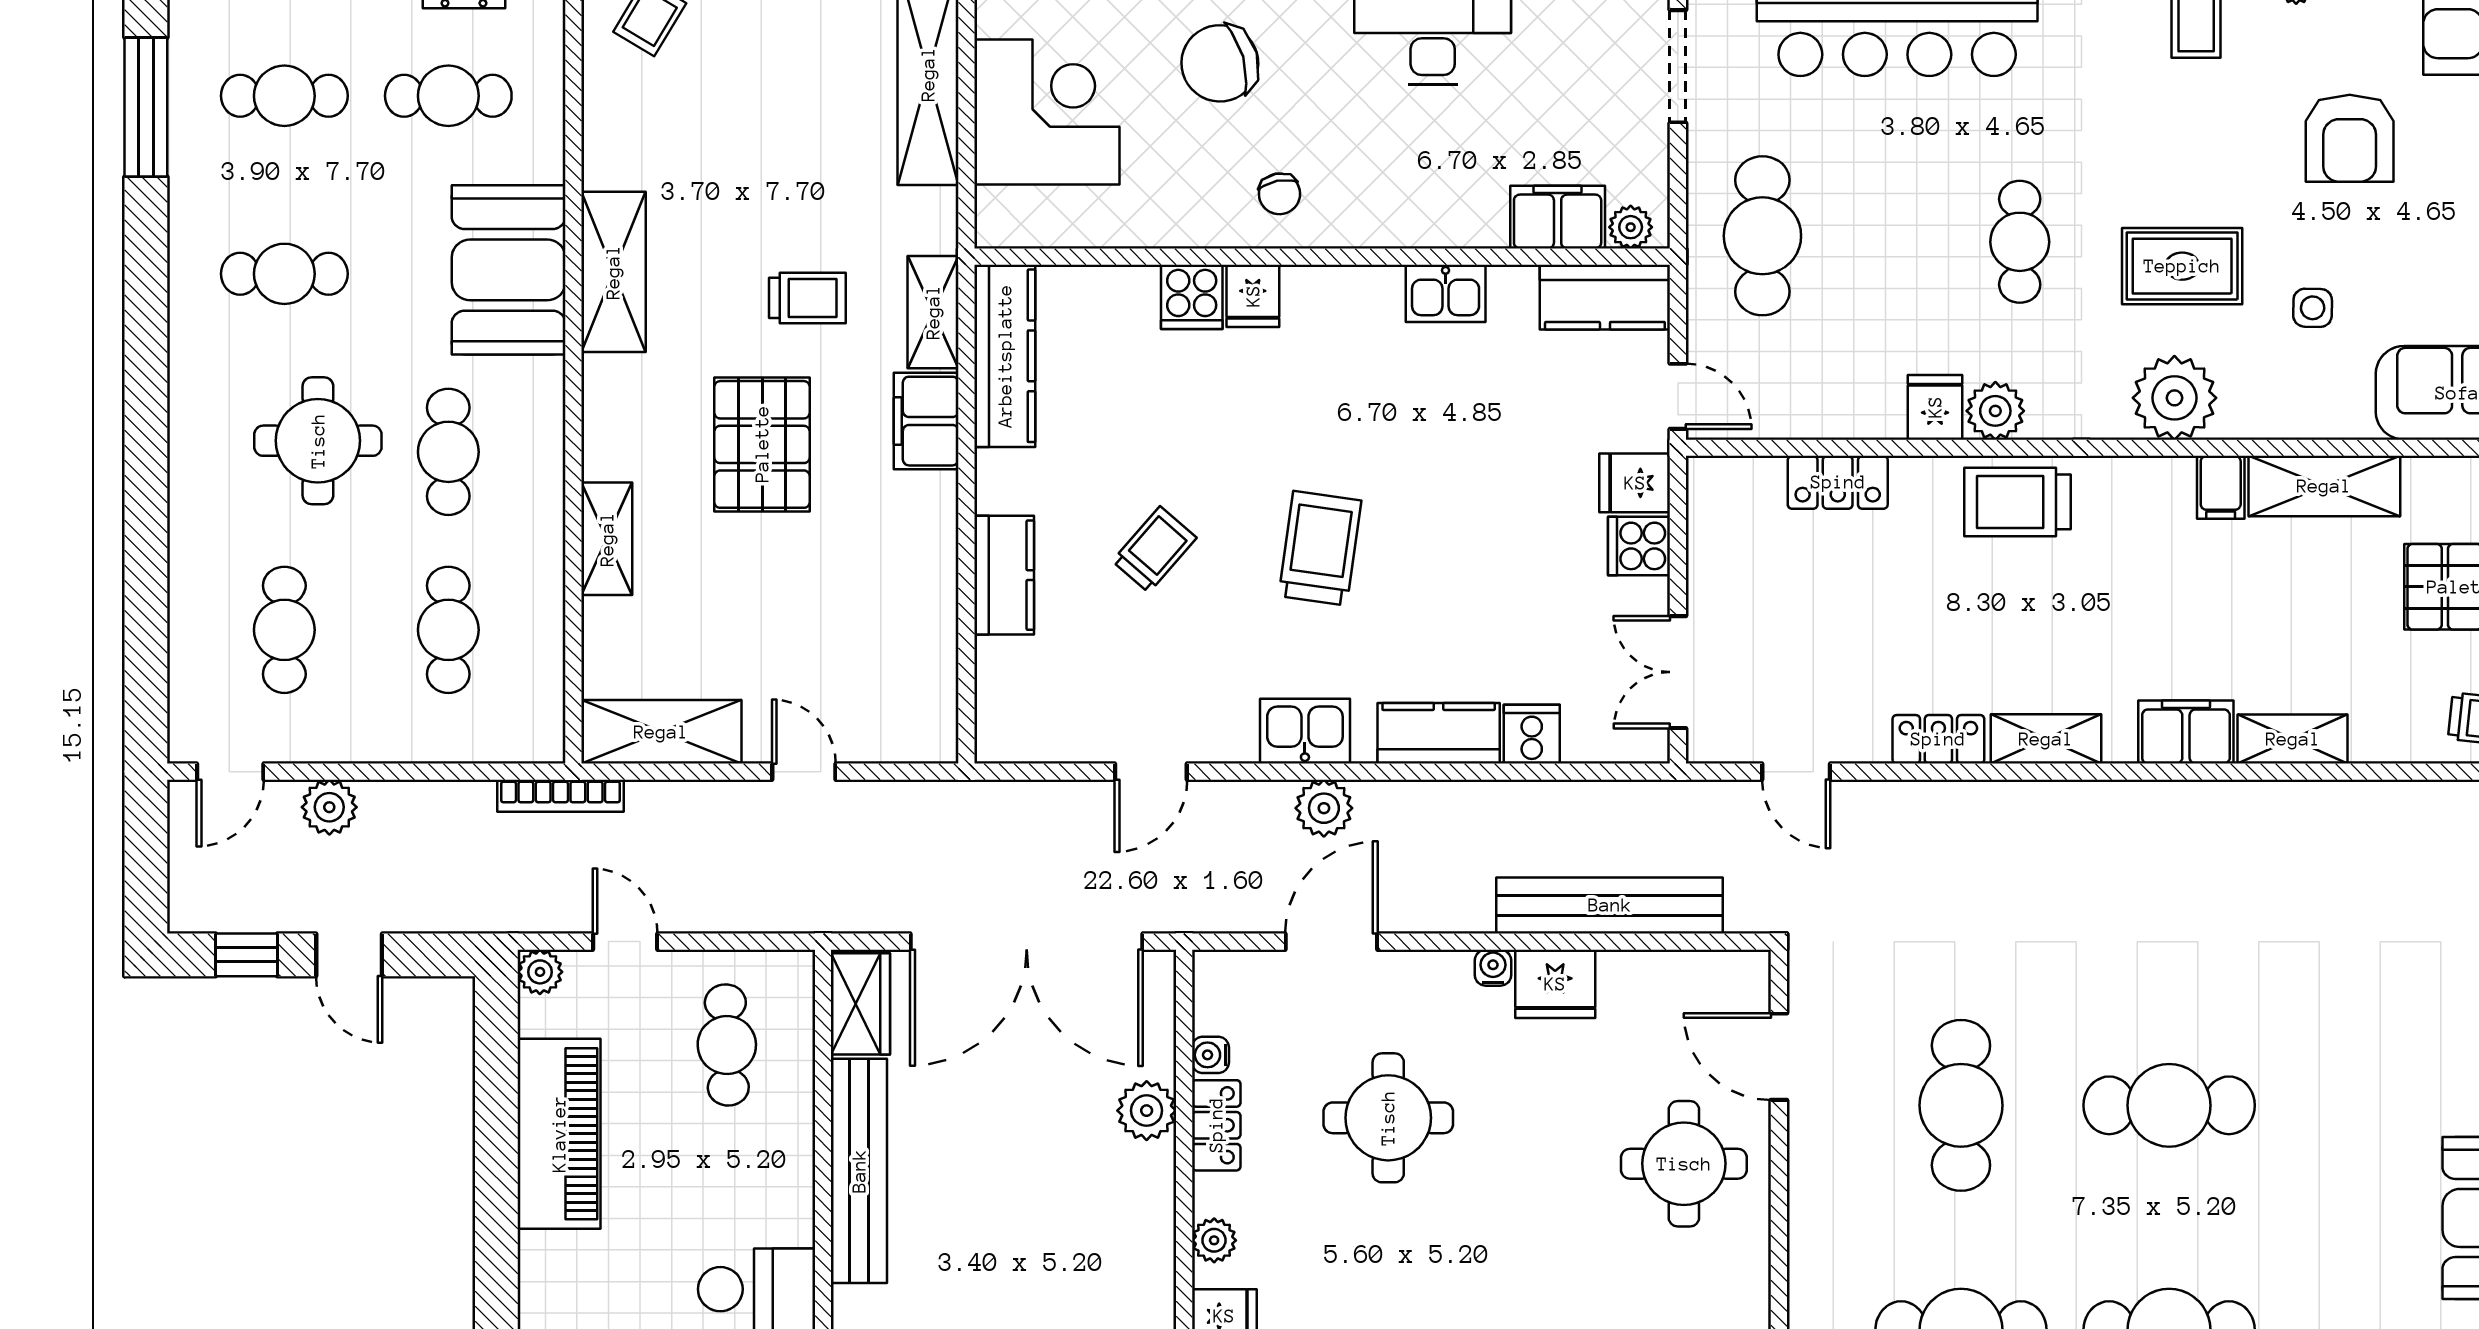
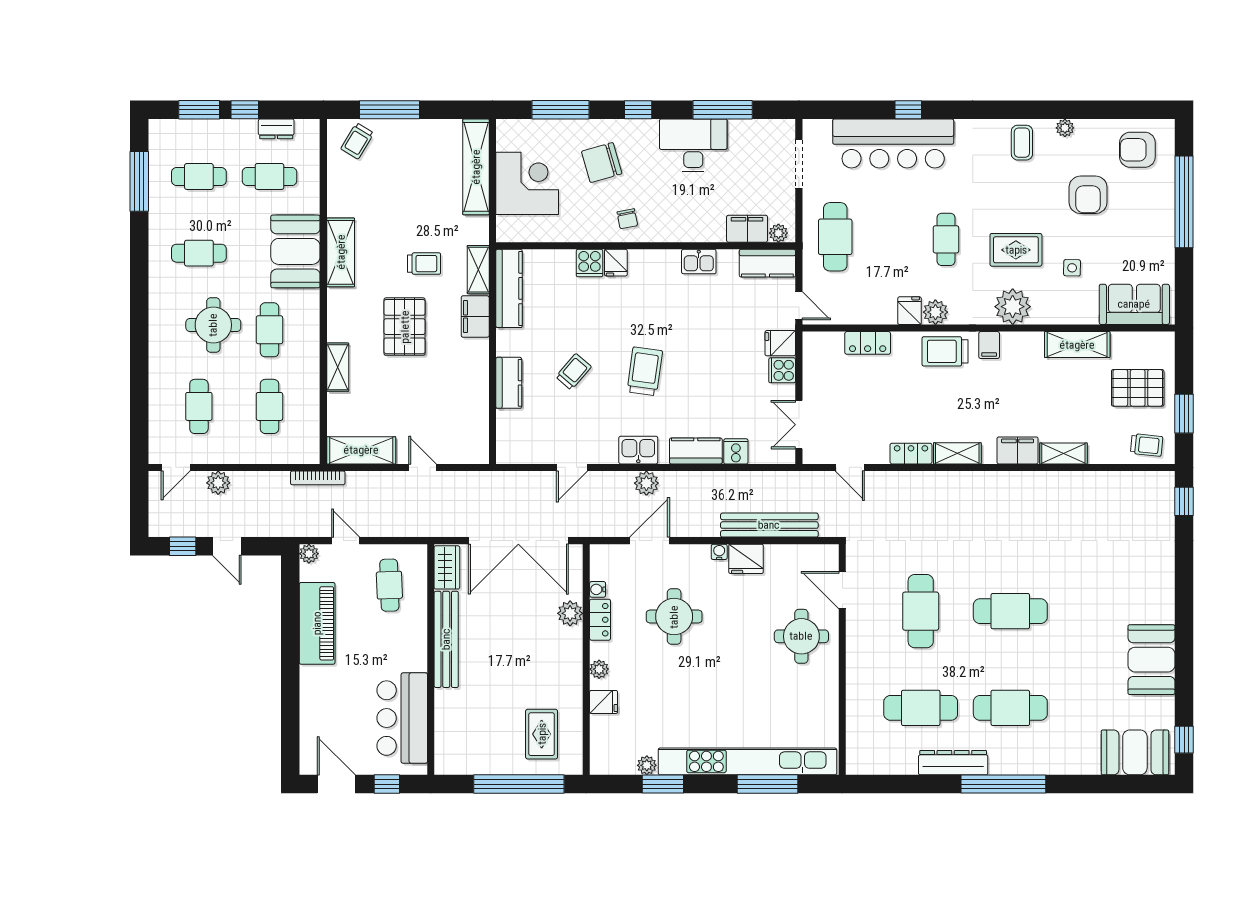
filing cabinet: (2221, 487) -> (989, 345), moved

